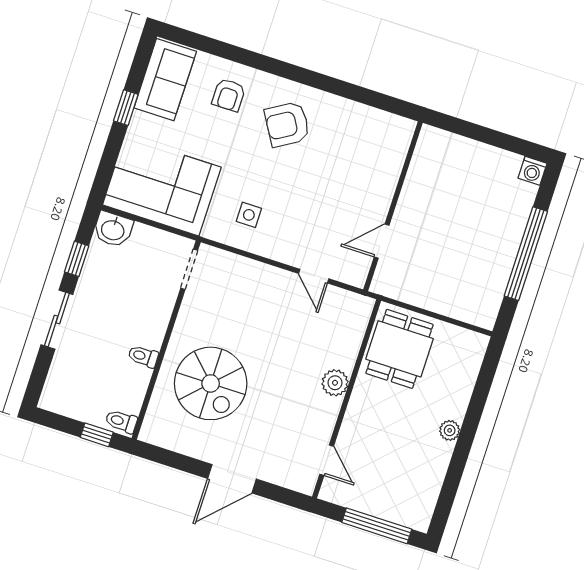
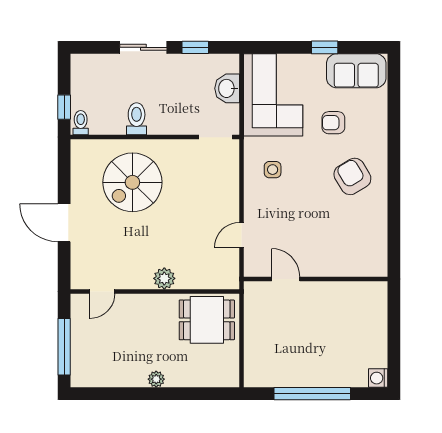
armchair: (229, 95) -> (333, 123), moved
washbasin: (113, 229) -> (227, 88), moved
toilet: (143, 356) -> (137, 119), width x1.37, depth x1.39

